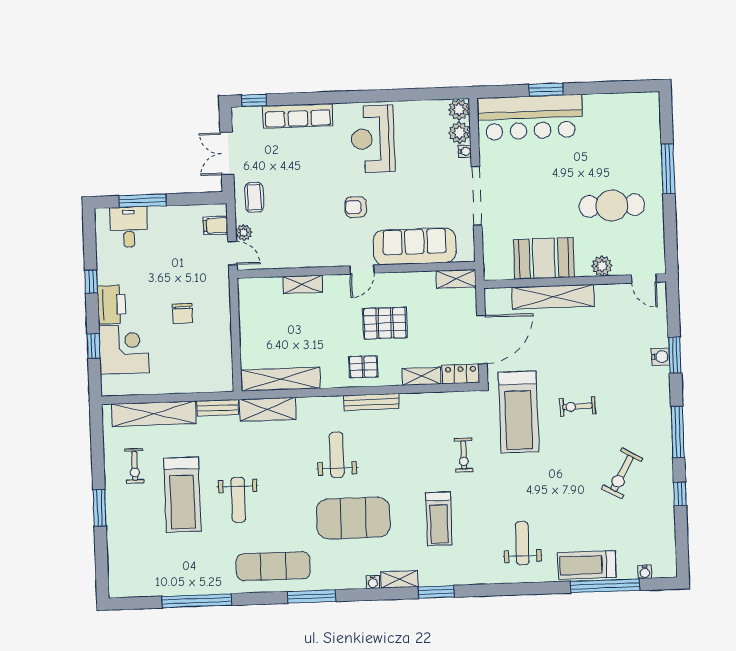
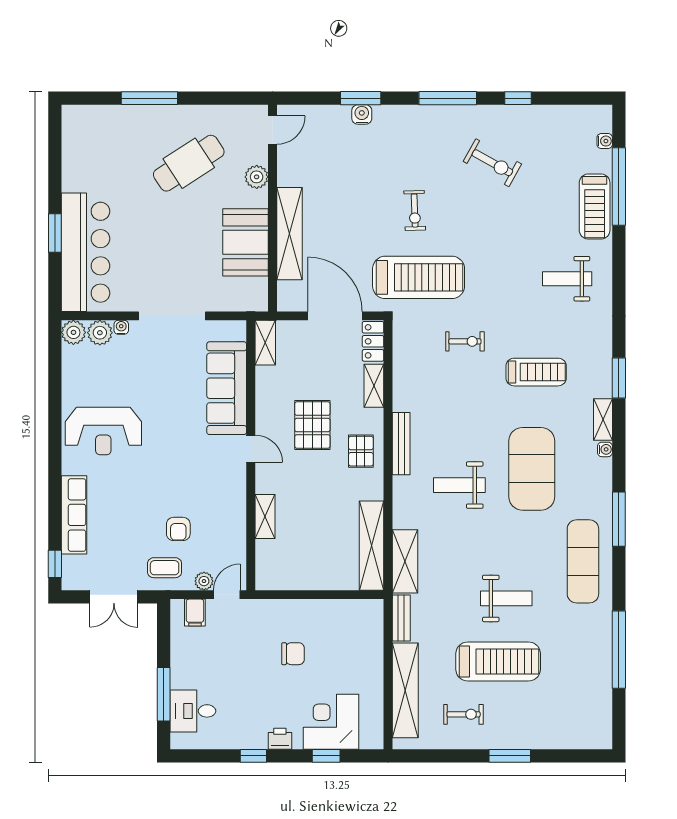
cafe table: (612, 206) -> (189, 163), turned 57
armchair: (356, 207) -> (178, 529), moved
printer: (112, 305) -> (280, 739), width x0.53, depth x0.68

